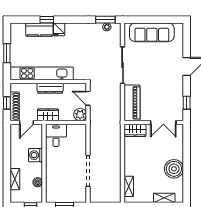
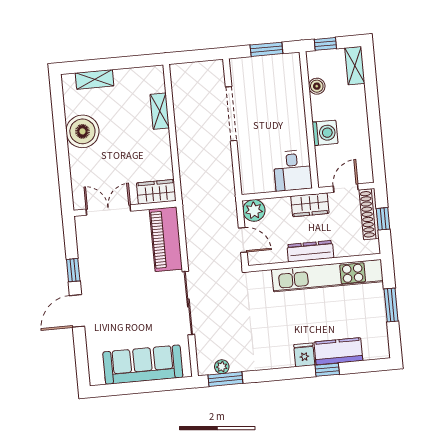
window: (187, 103) -> (73, 270), moved
shelving: (15, 179) -> (355, 66), moved
shelving: (129, 186) -> (160, 111), moved

